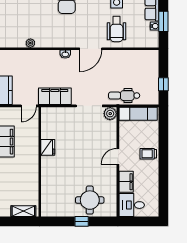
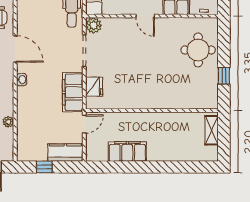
door: (29, 106) -> (84, 124), hinge flipped
fridge: (48, 147) -> (94, 87), moved, turned 90
window: (82, 221) -> (224, 76), moved

